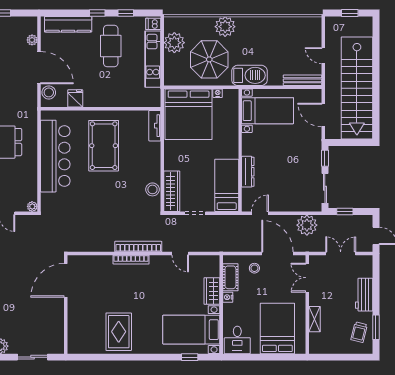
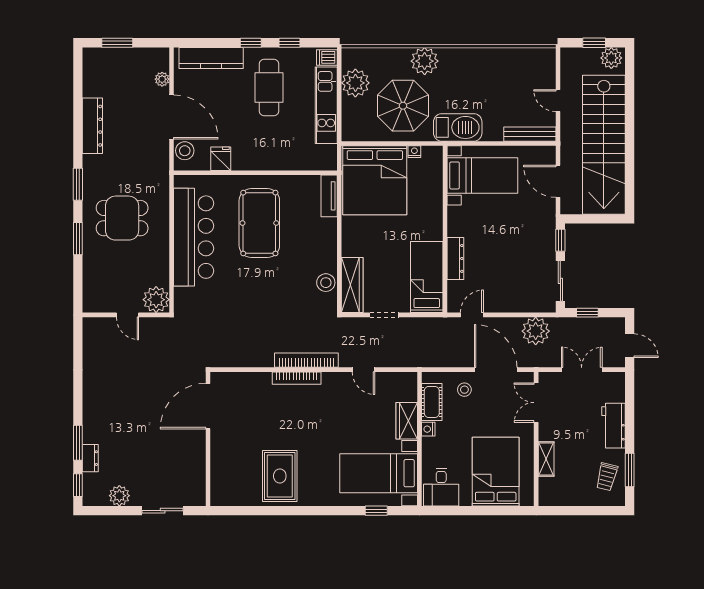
plant: (362, 24) -> (611, 58), added
plant: (32, 206) -> (156, 300), width x1.87, depth x1.87

